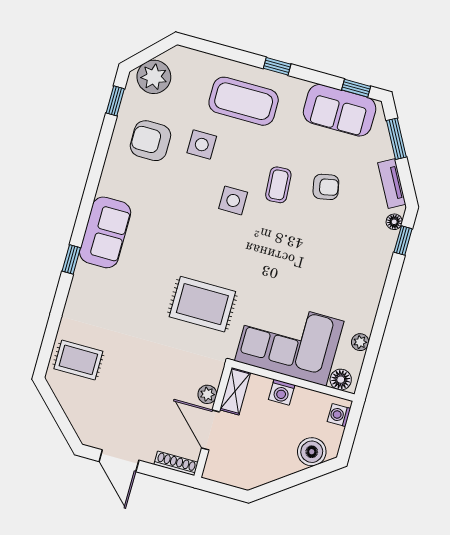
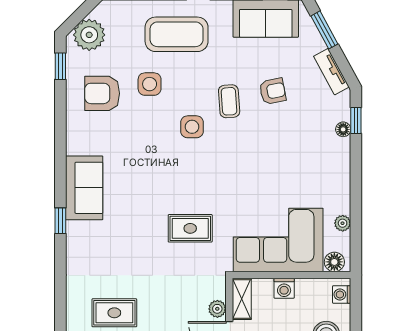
floor lamp: (394, 222) -> (343, 129), moved
rug: (202, 304) -> (190, 228), width x0.73, depth x0.70
rug: (78, 360) -> (114, 313), moved

